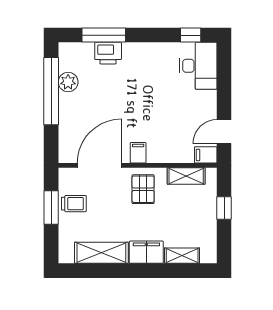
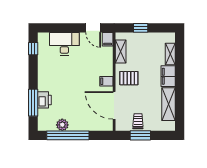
desk: (198, 66) -> (64, 44), moved

